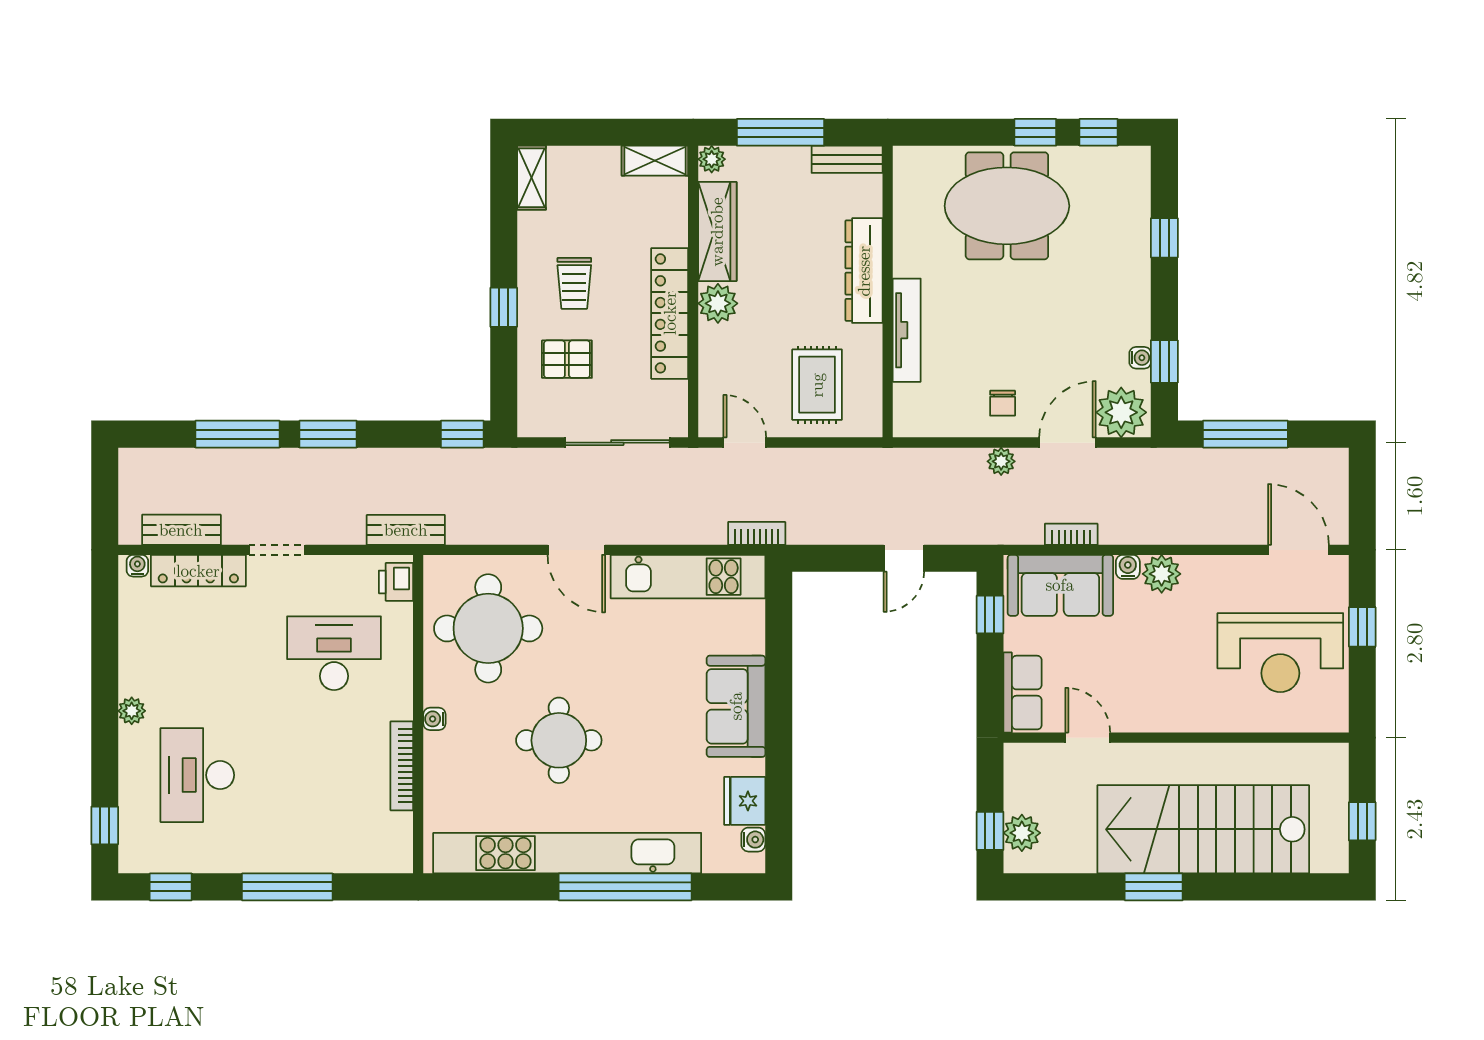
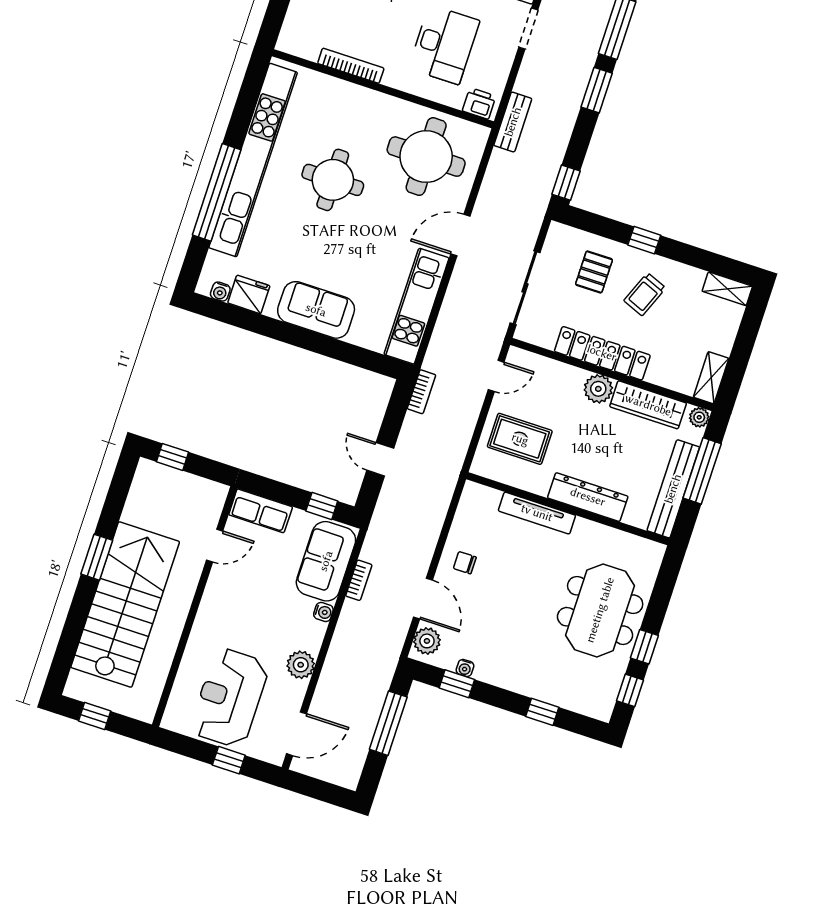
bench: (847, 159) -> (673, 489), width x1.86, depth x1.21
trolley: (574, 283) -> (645, 294), turned -68
plant: (1121, 412) -> (427, 641), width x0.73, depth x0.73
plant: (1001, 461) -> (425, 548), removed
bookcase: (757, 533) -> (421, 392), moved
plant: (1162, 574) -> (301, 665), moved
water cooler: (434, 719) -> (376, 99), removed
plant: (1022, 833) -> (164, 478), removed

